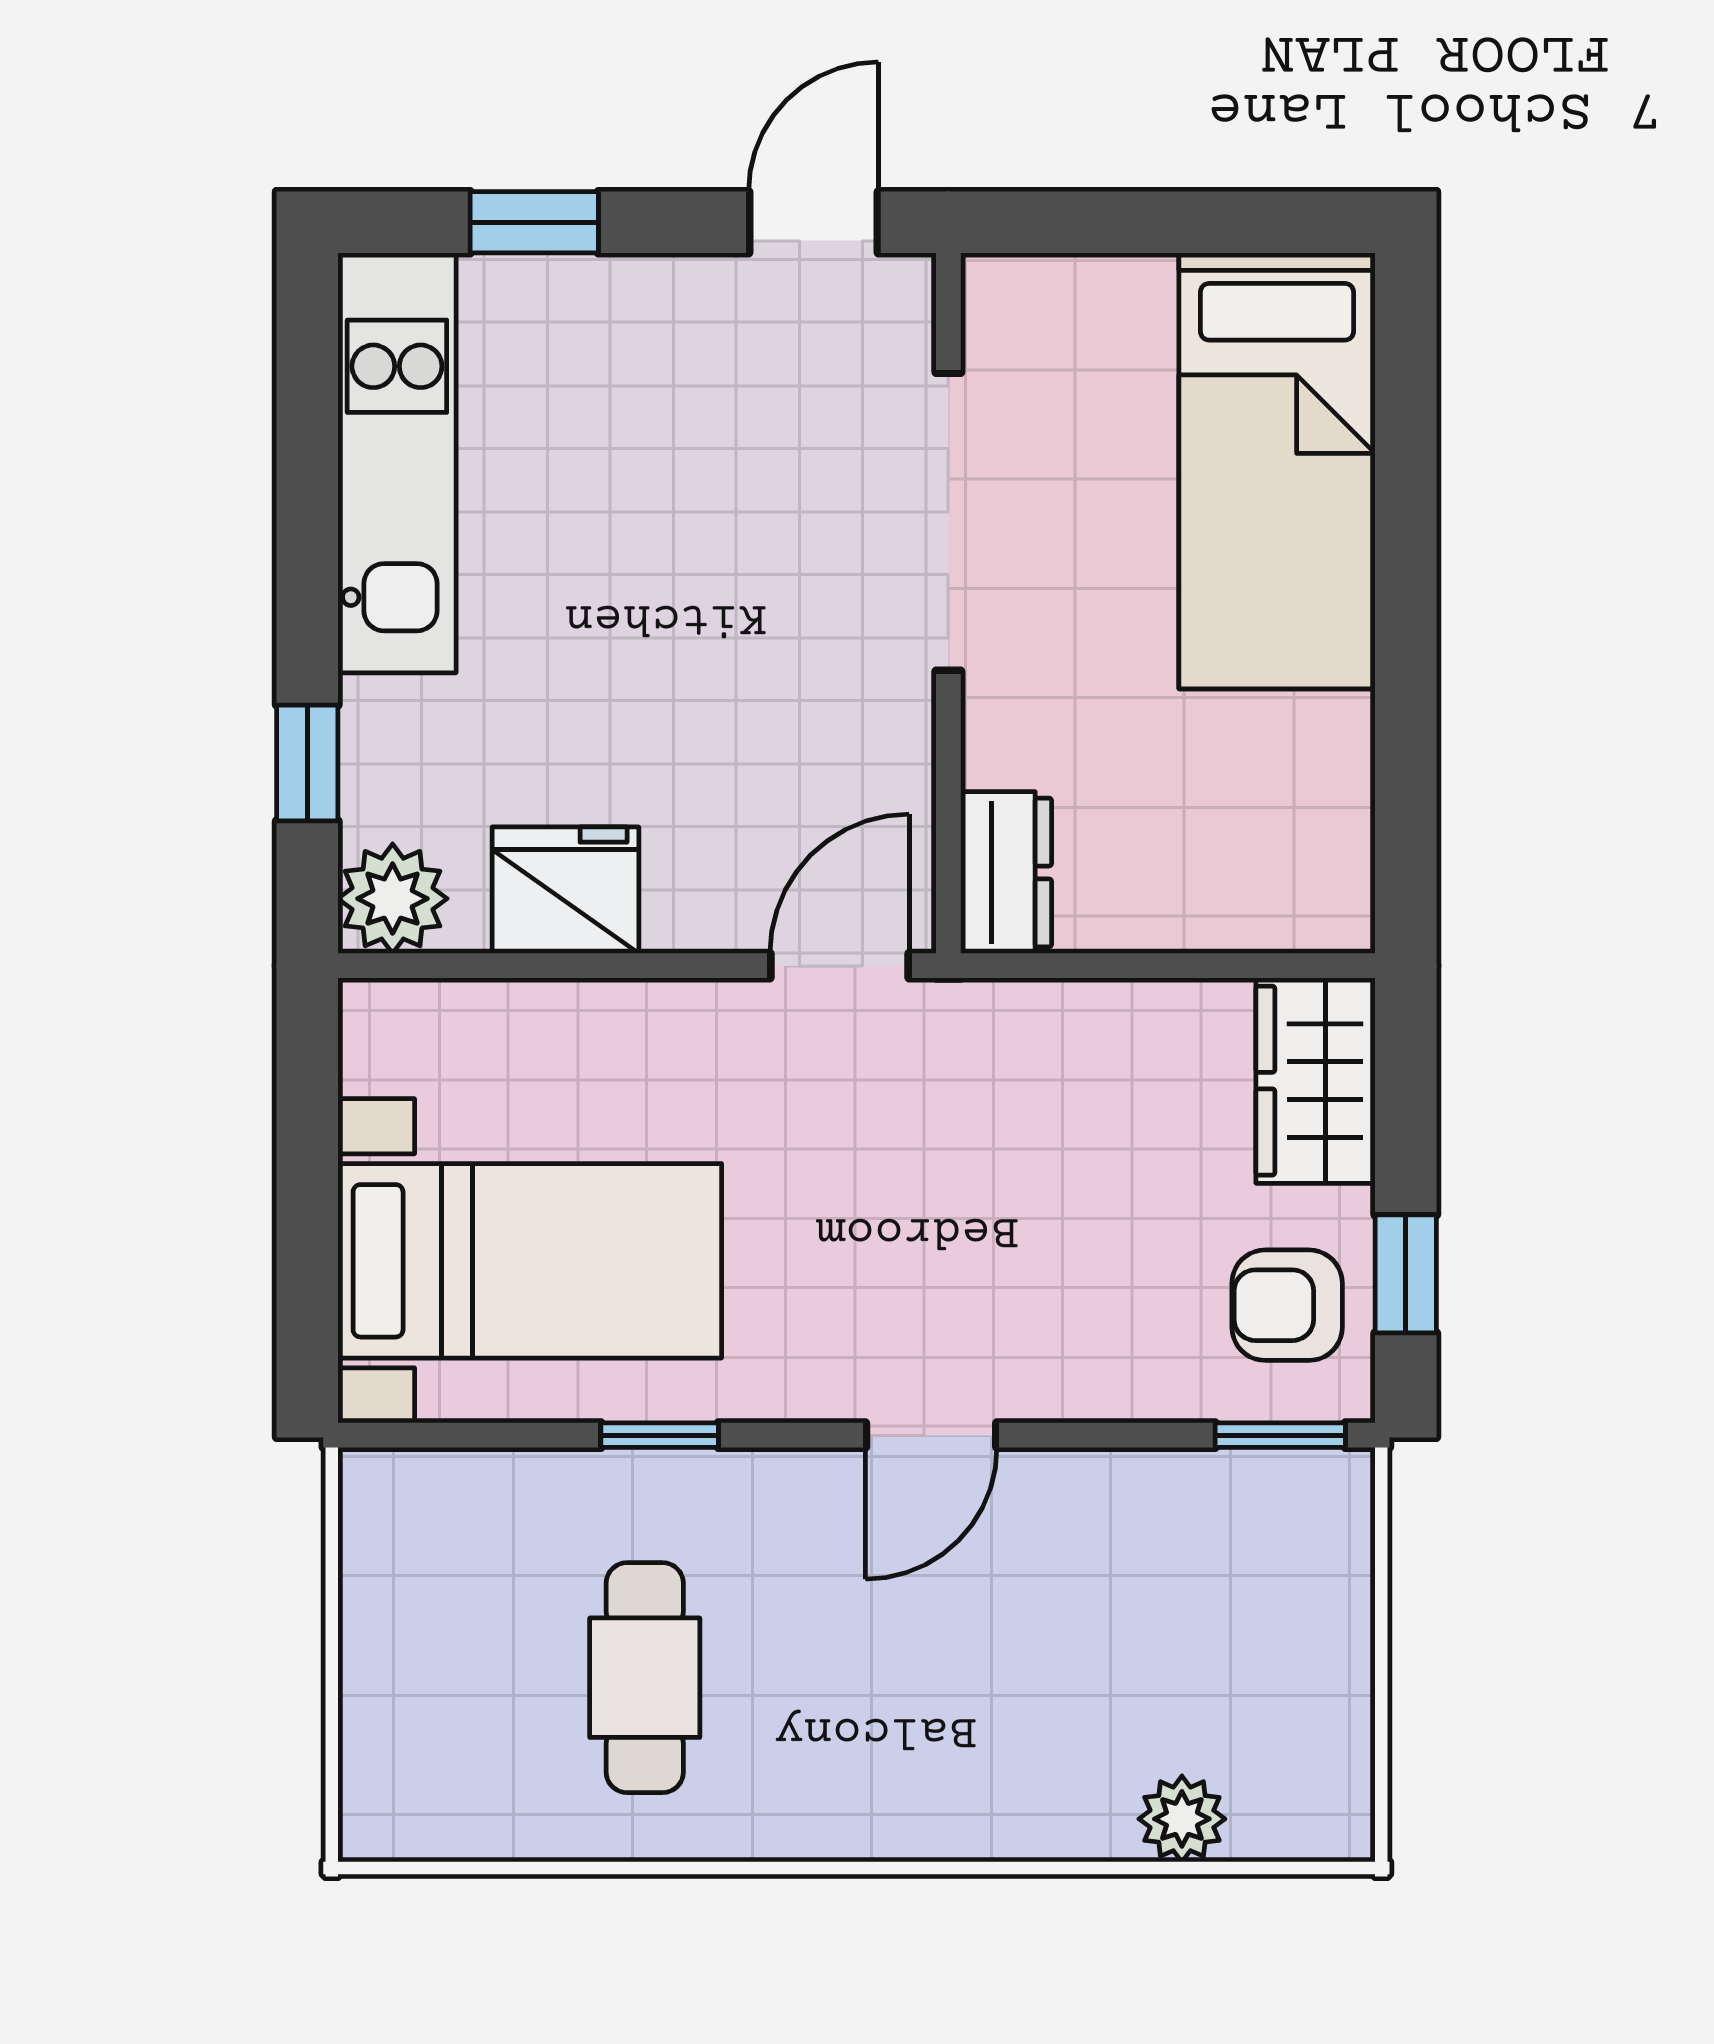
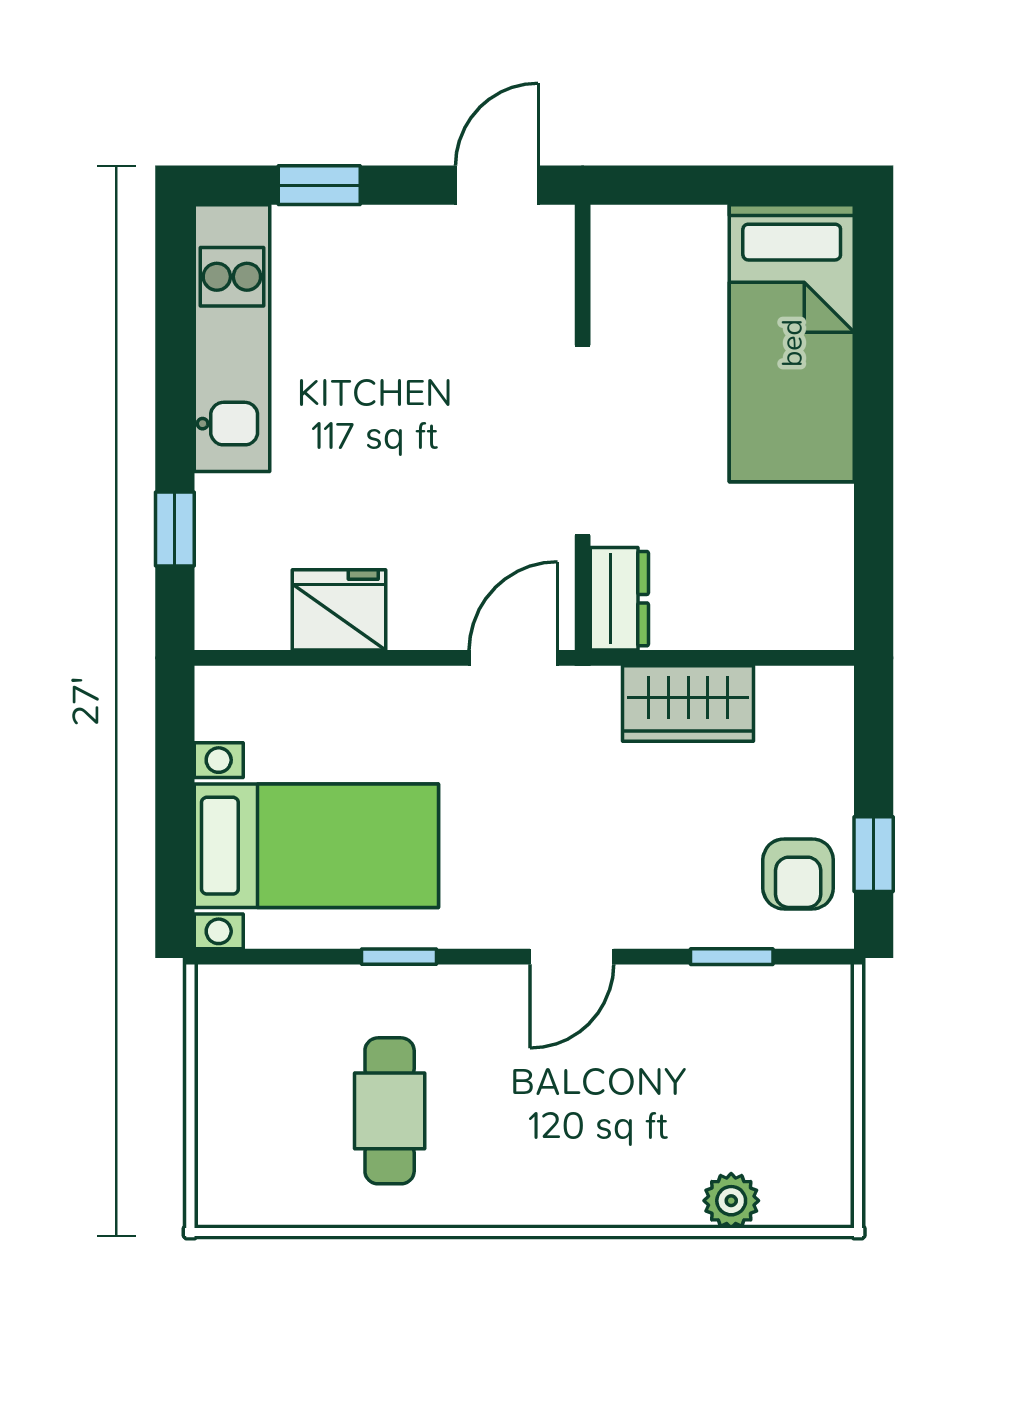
doorway: (948, 522) -> (583, 440), moved
plant: (393, 899) -> (229, 615), removed
wardrobe: (1316, 1081) -> (688, 704), moved, turned -90
armchair: (1287, 1305) -> (798, 874), turned -90
window: (1280, 1435) -> (732, 957), moved

